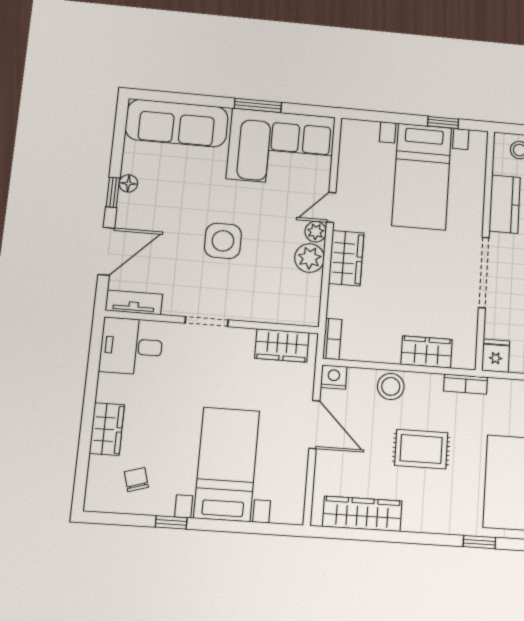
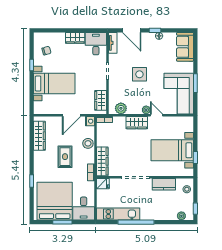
sofa: (177, 123) -> (185, 47), width x0.73
plant: (310, 258) -> (121, 108), moved
wardrobe: (427, 352) -> (102, 161), width x1.50
wardrobe: (107, 429) -> (75, 38), moved

